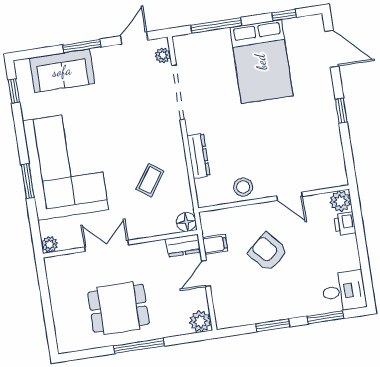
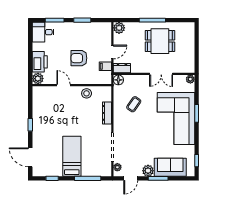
plant: (103, 58) -> (148, 171), added
bed: (261, 62) -> (72, 156), width x0.67
printer: (345, 224) -> (40, 62), width x1.87, depth x1.48
armchair: (268, 252) -> (79, 58), turned 131

